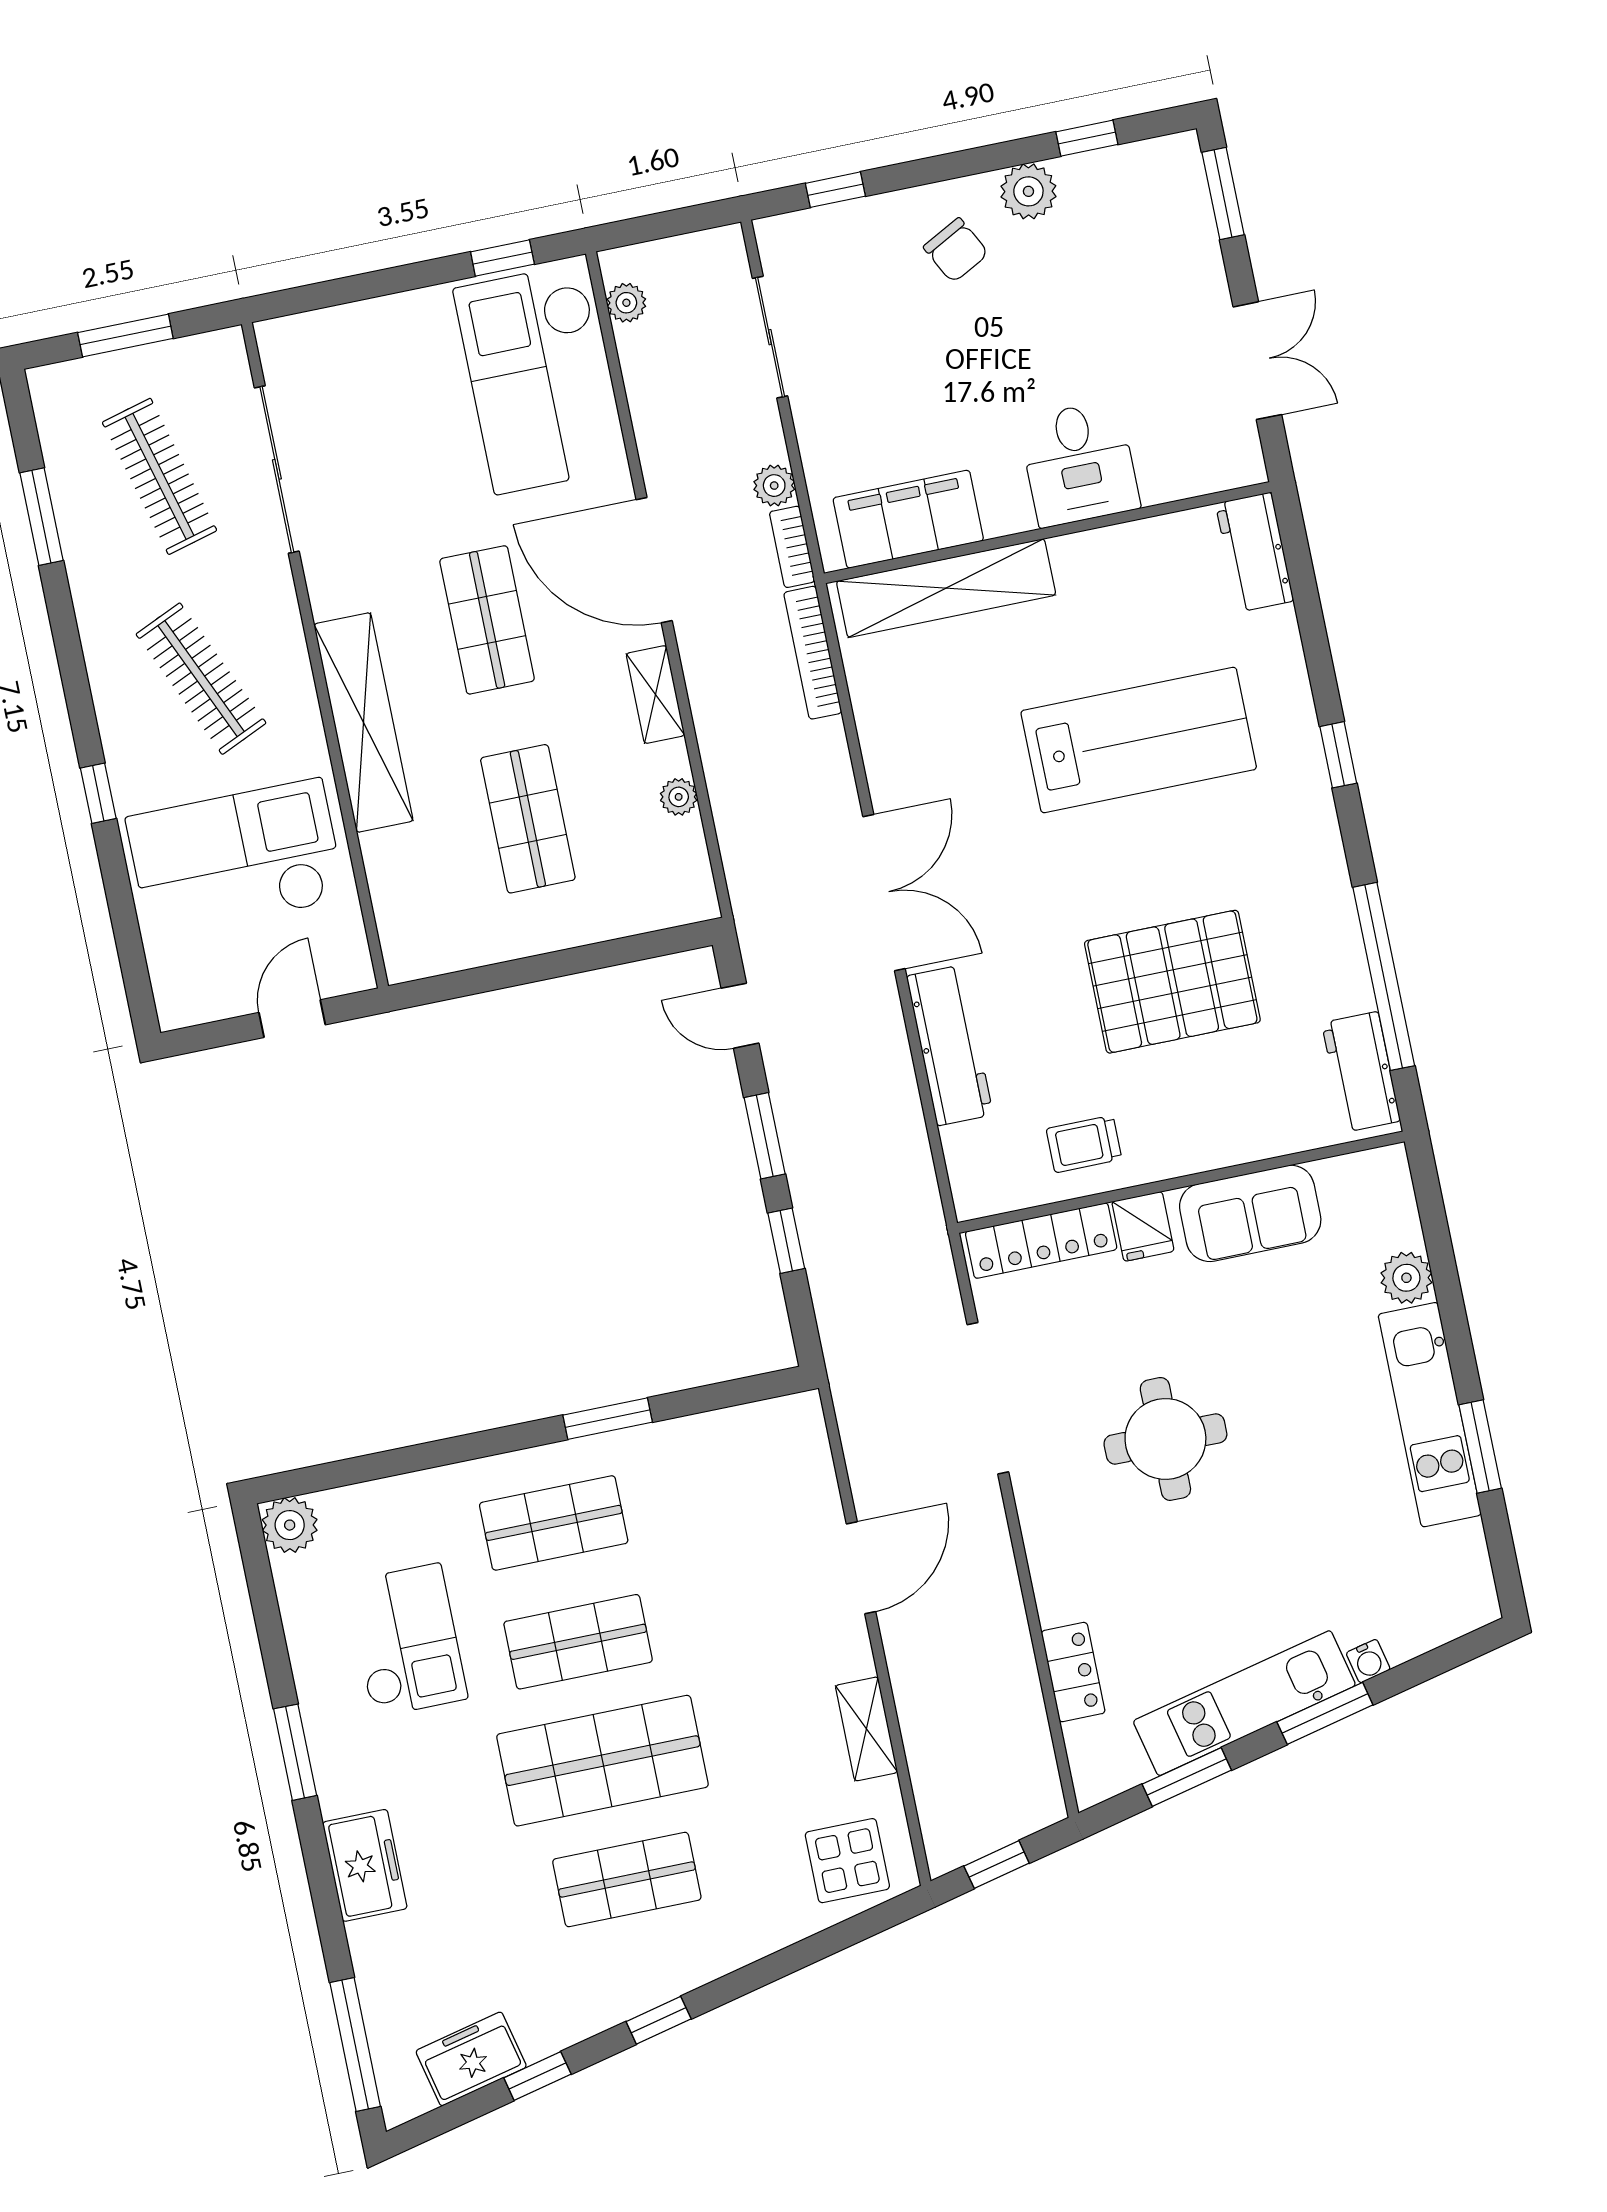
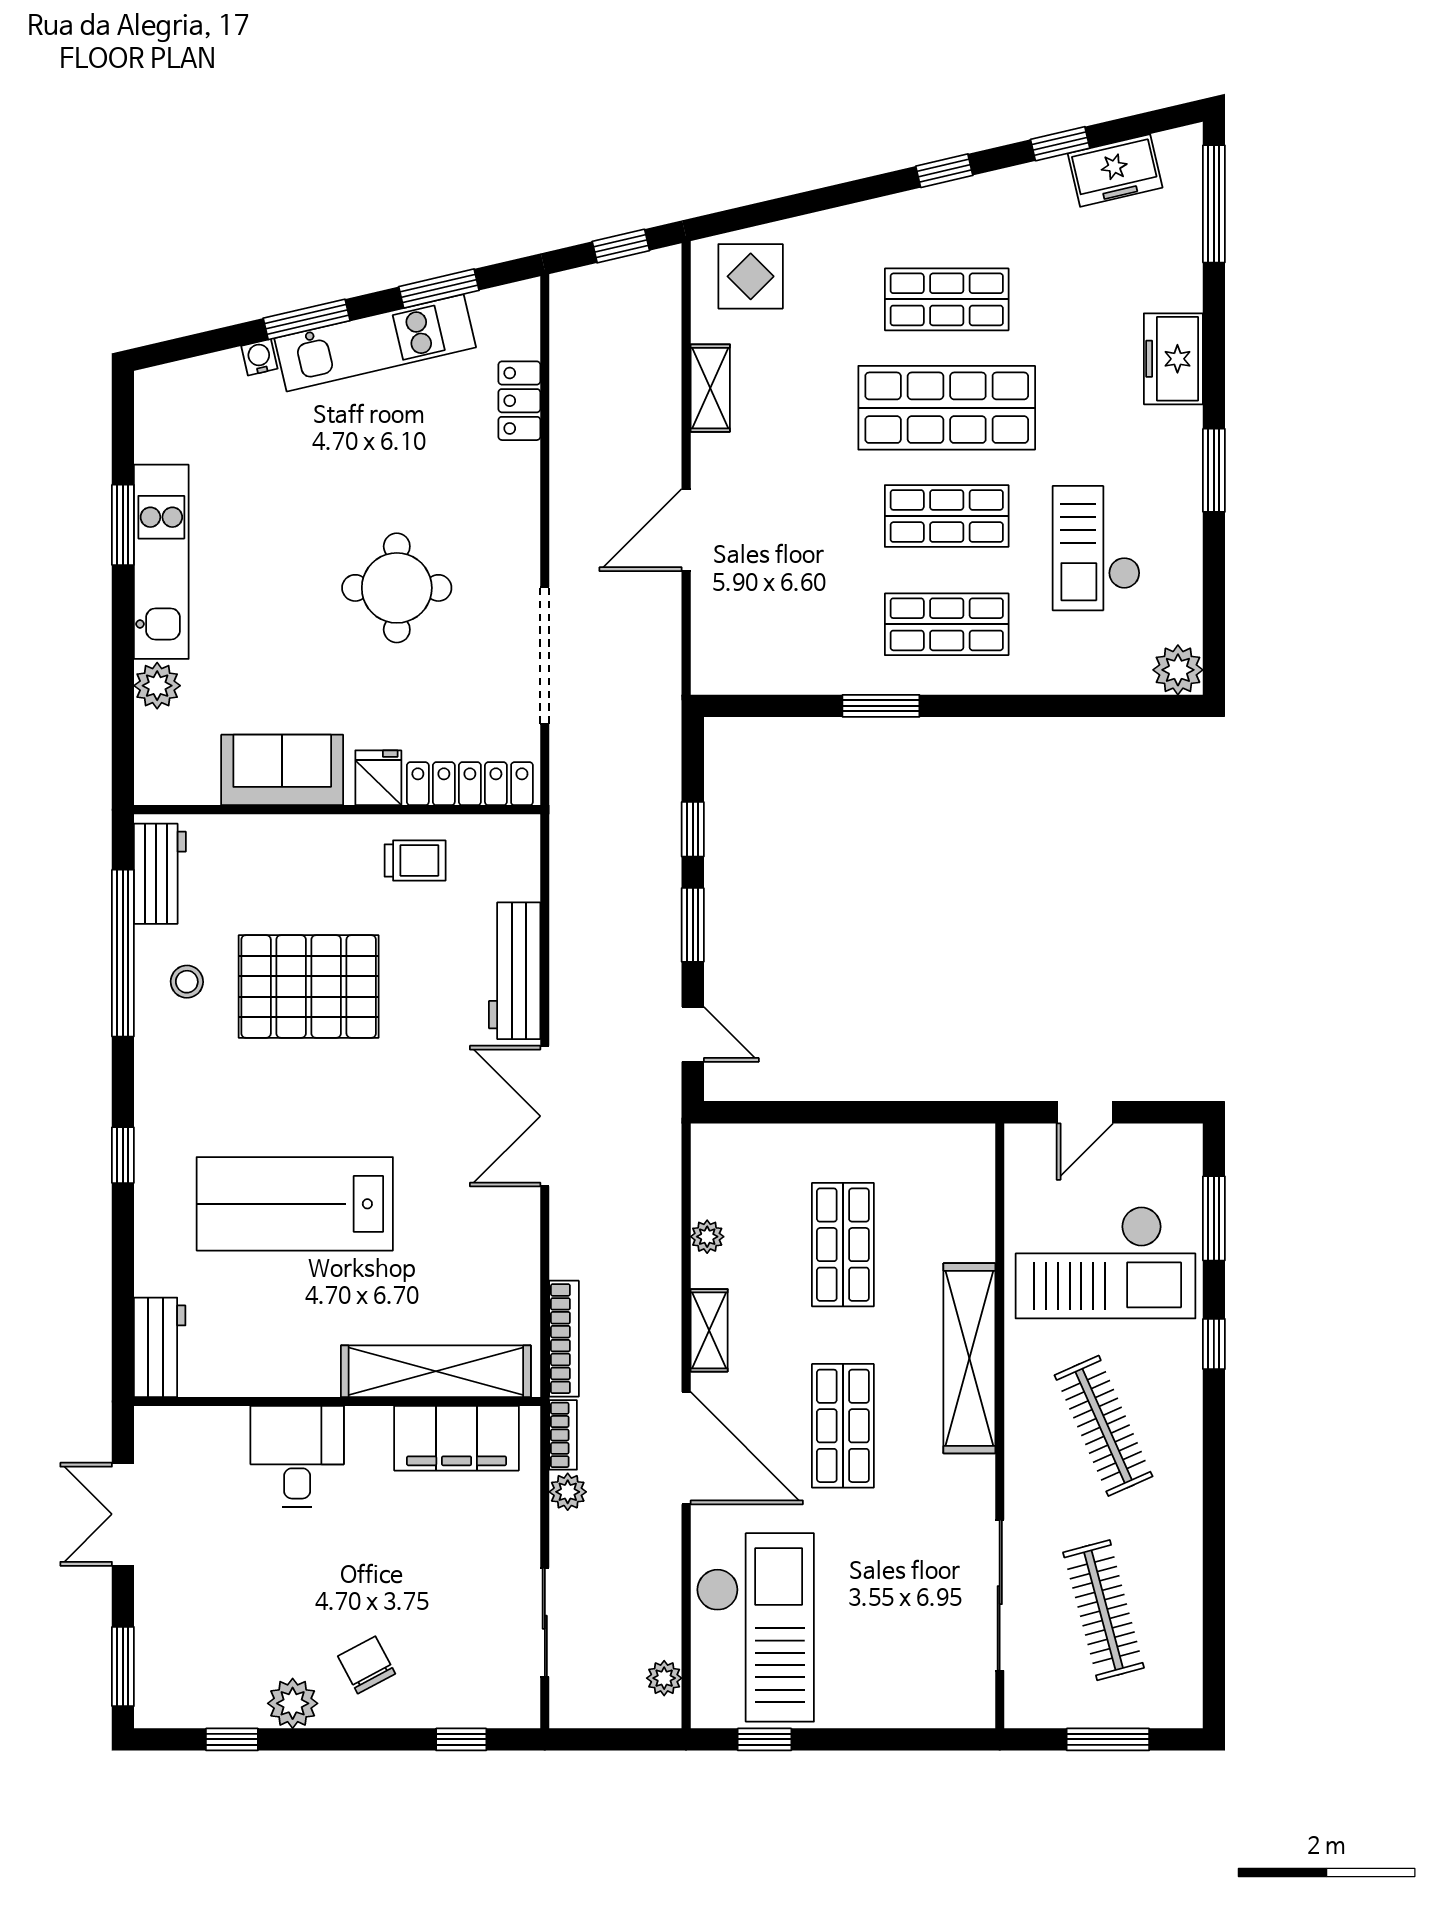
window: (41, 517) -> (1214, 1218), moved
stool: (1307, 960) -> (187, 982), added

